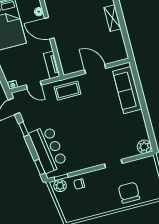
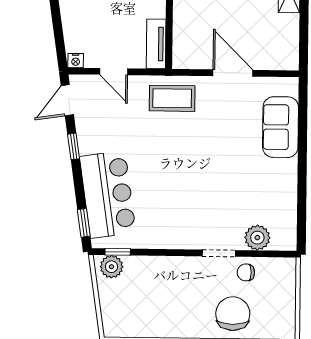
sofa: (127, 90) -> (281, 127), width x0.73
plant: (144, 147) -> (257, 238), moved
chair: (79, 184) -> (246, 272), moved

